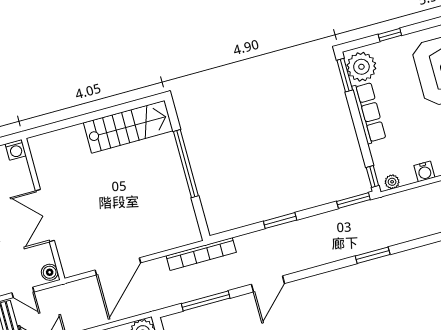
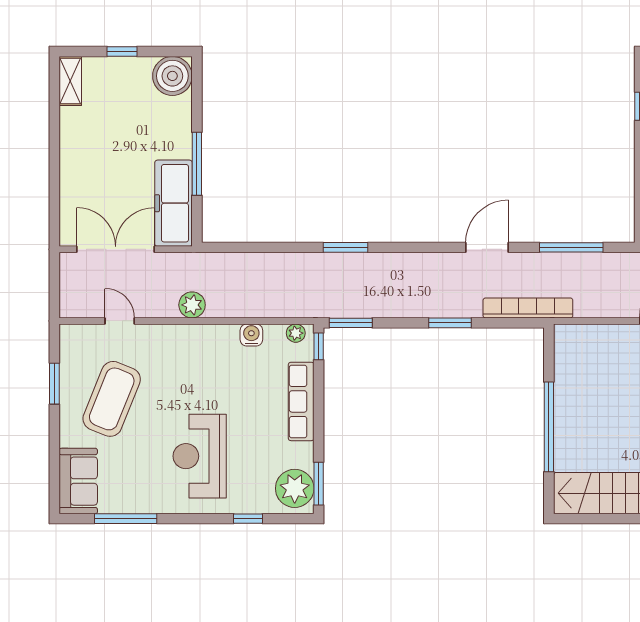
row of seats: (369, 113) -> (301, 401), moved
bookcase: (201, 254) -> (528, 308), moved

